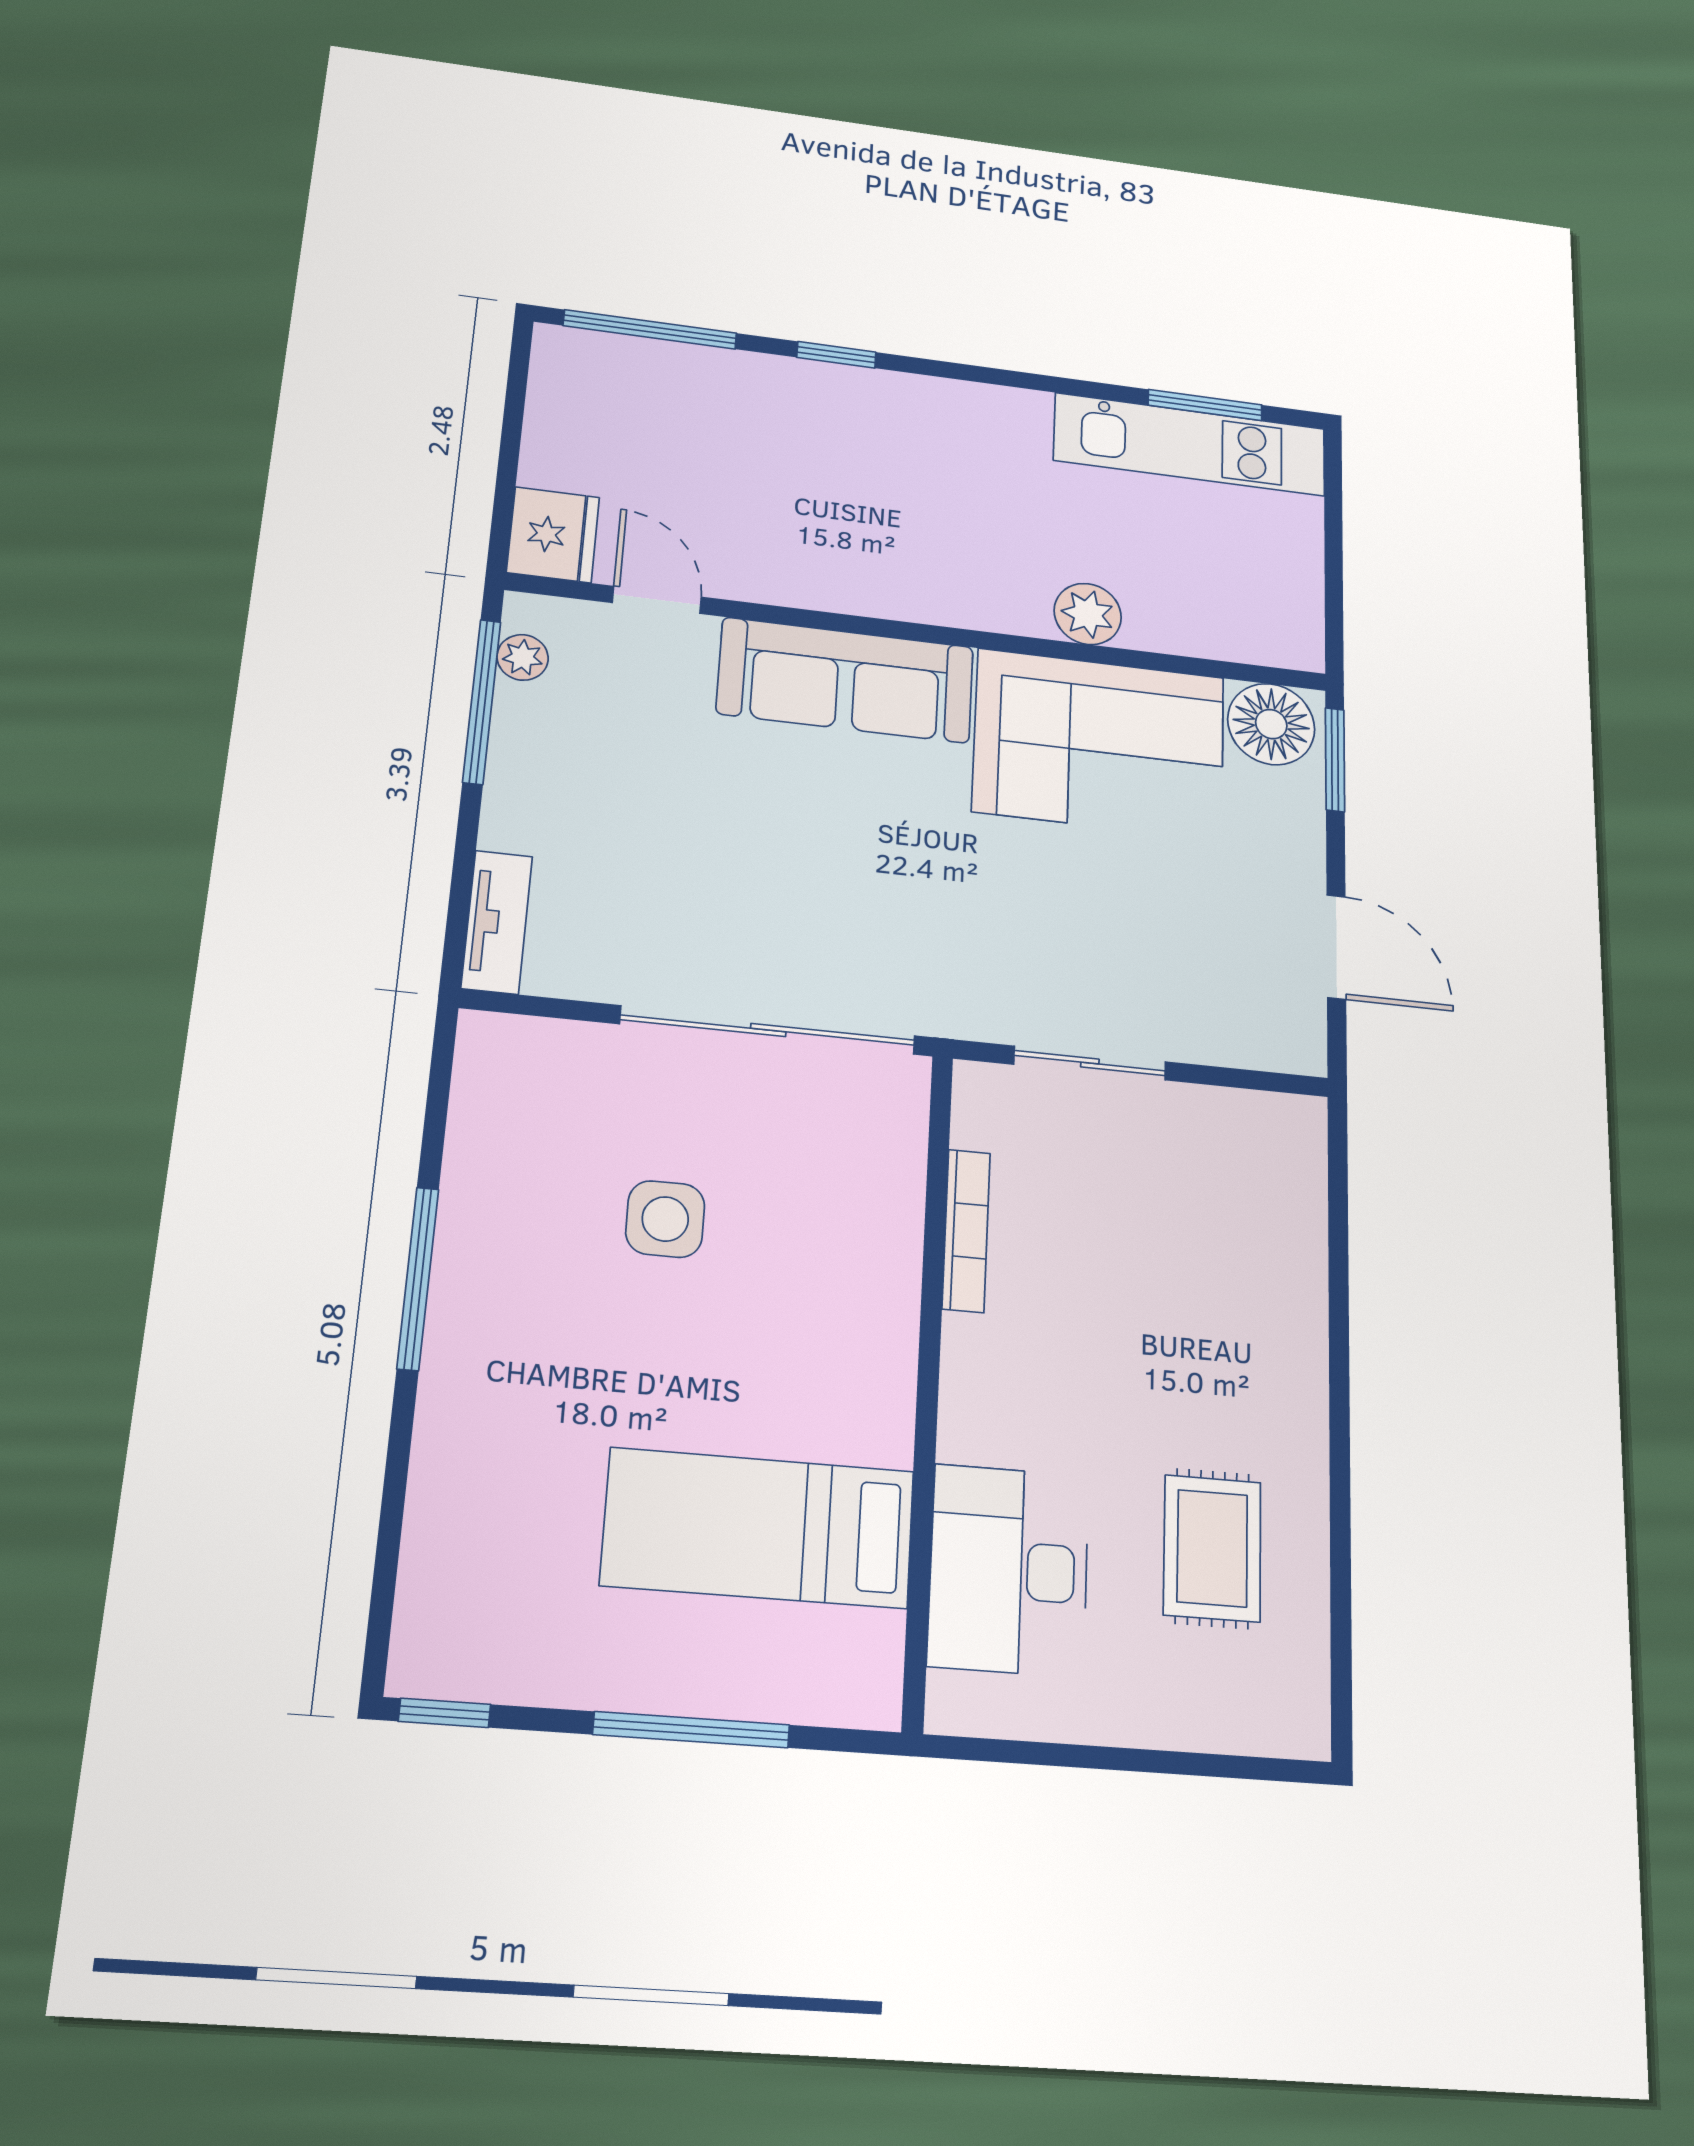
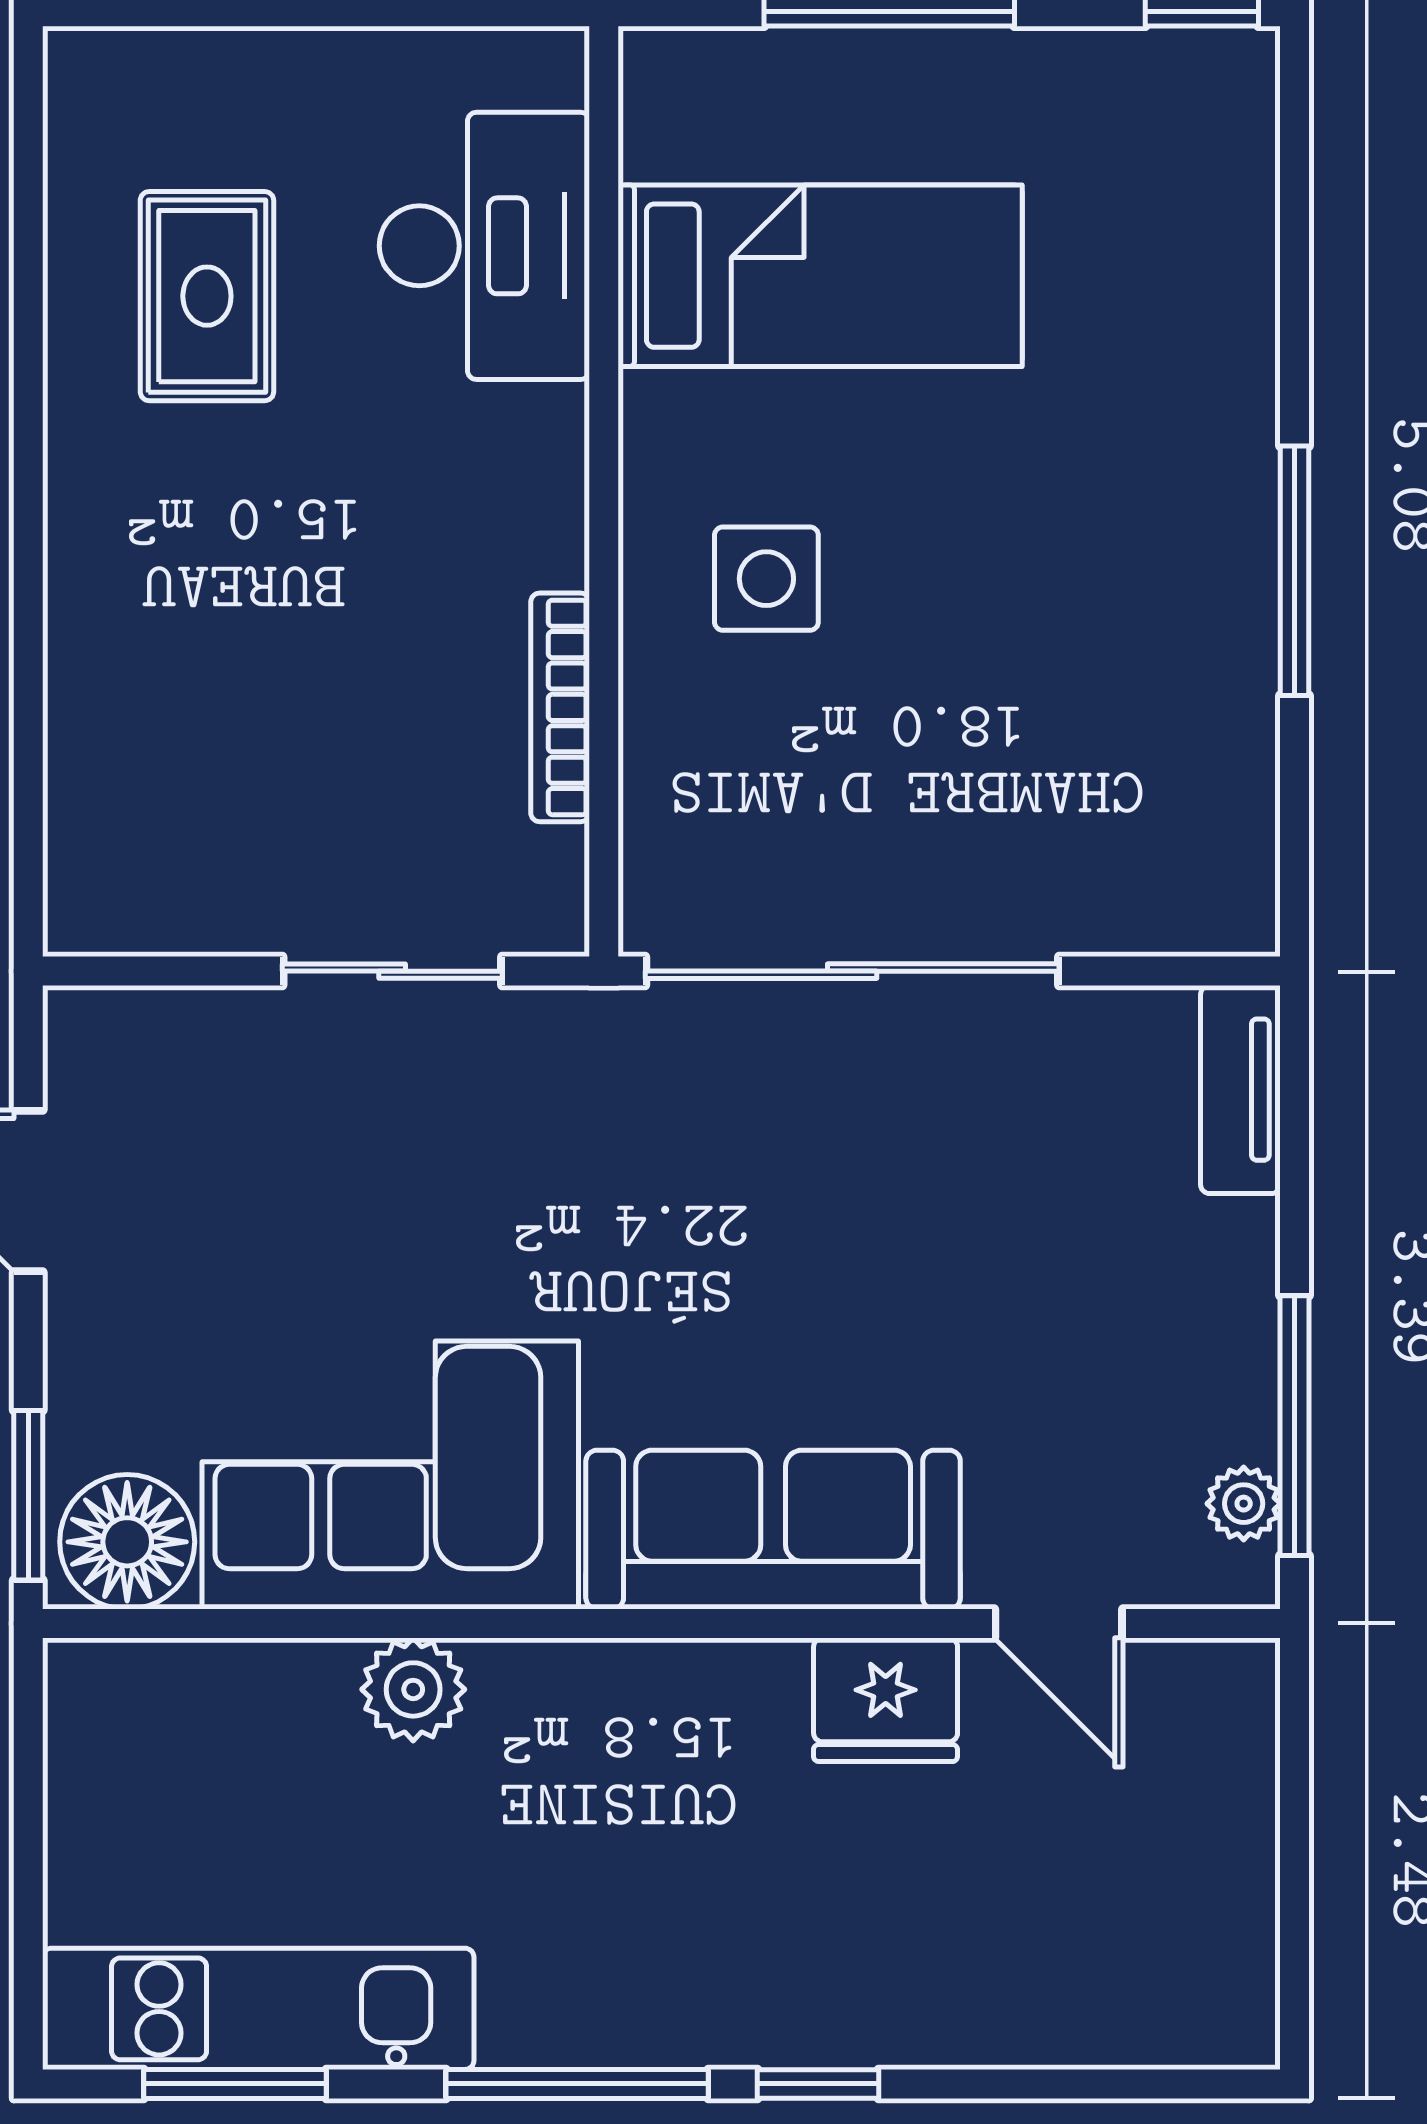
window: (650, 329) -> (577, 2084), moved
fridge: (553, 535) -> (886, 1700), moved, turned -90
side table: (665, 1219) -> (766, 579), moved

